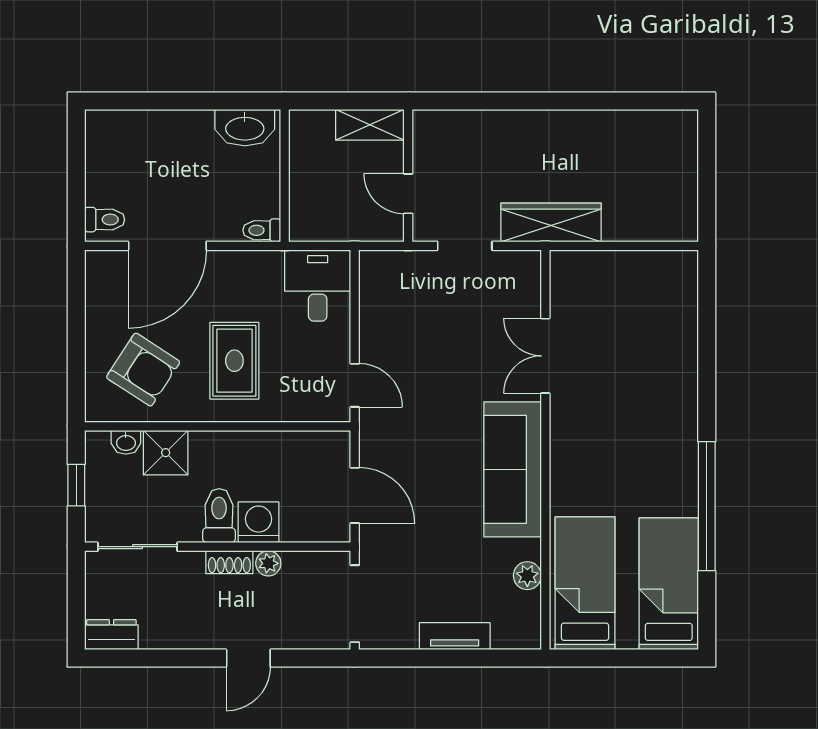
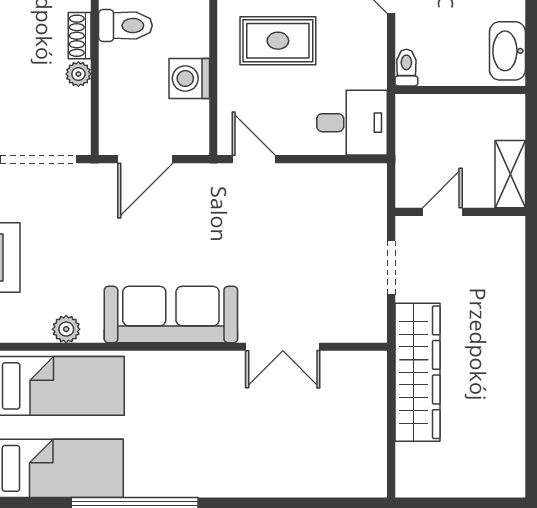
wardrobe: (551, 222) -> (417, 372), width x1.40, depth x1.17
double door: (545, 356) -> (283, 347), swing flipped
door: (355, 385) -> (254, 159), swing flipped
washing machine: (259, 522) -> (189, 78), moved, turned 180

